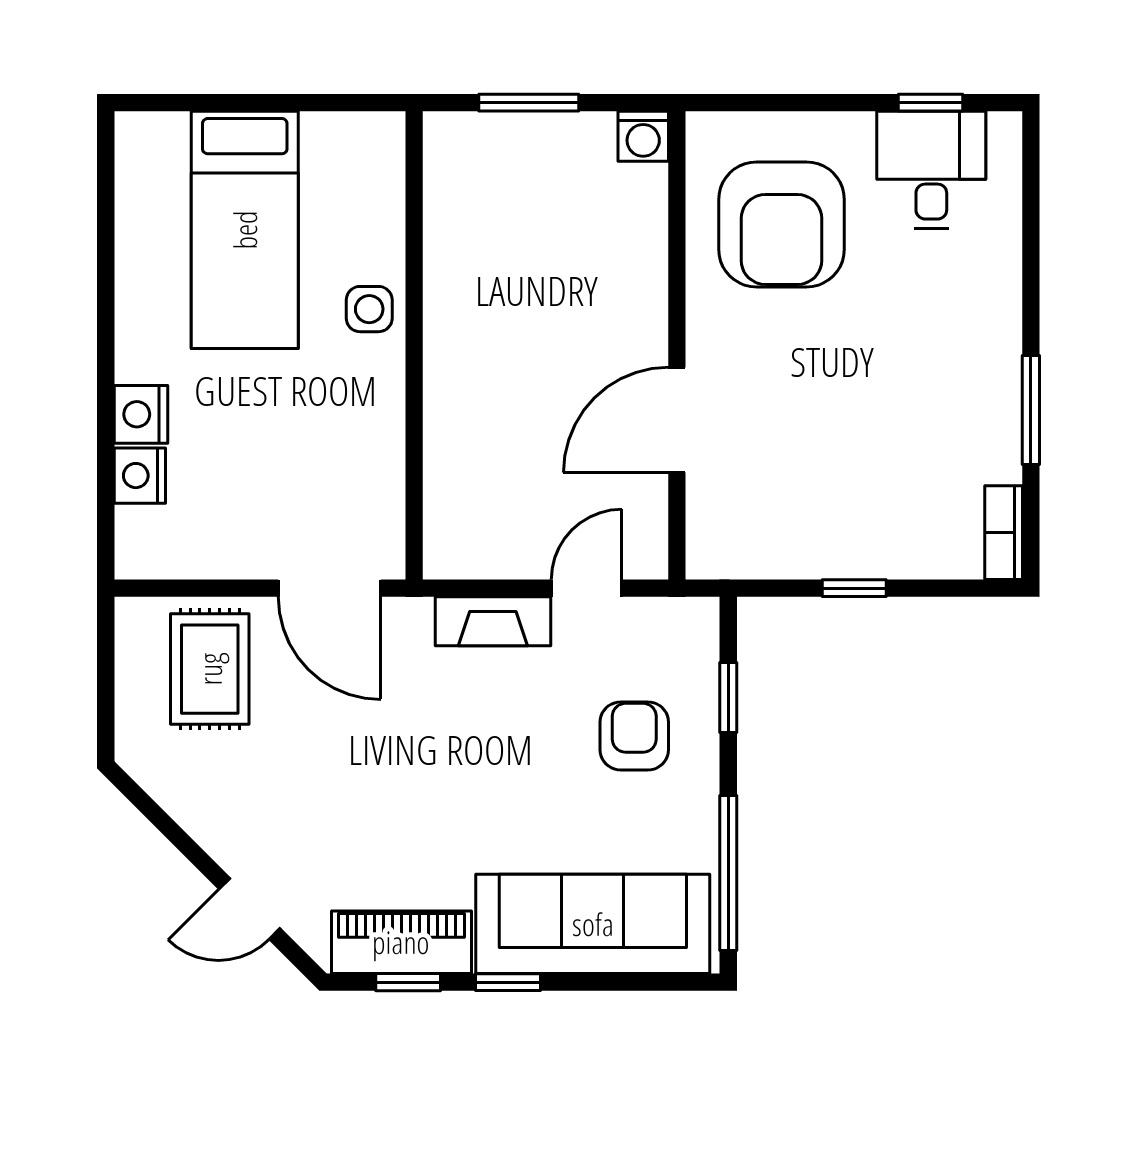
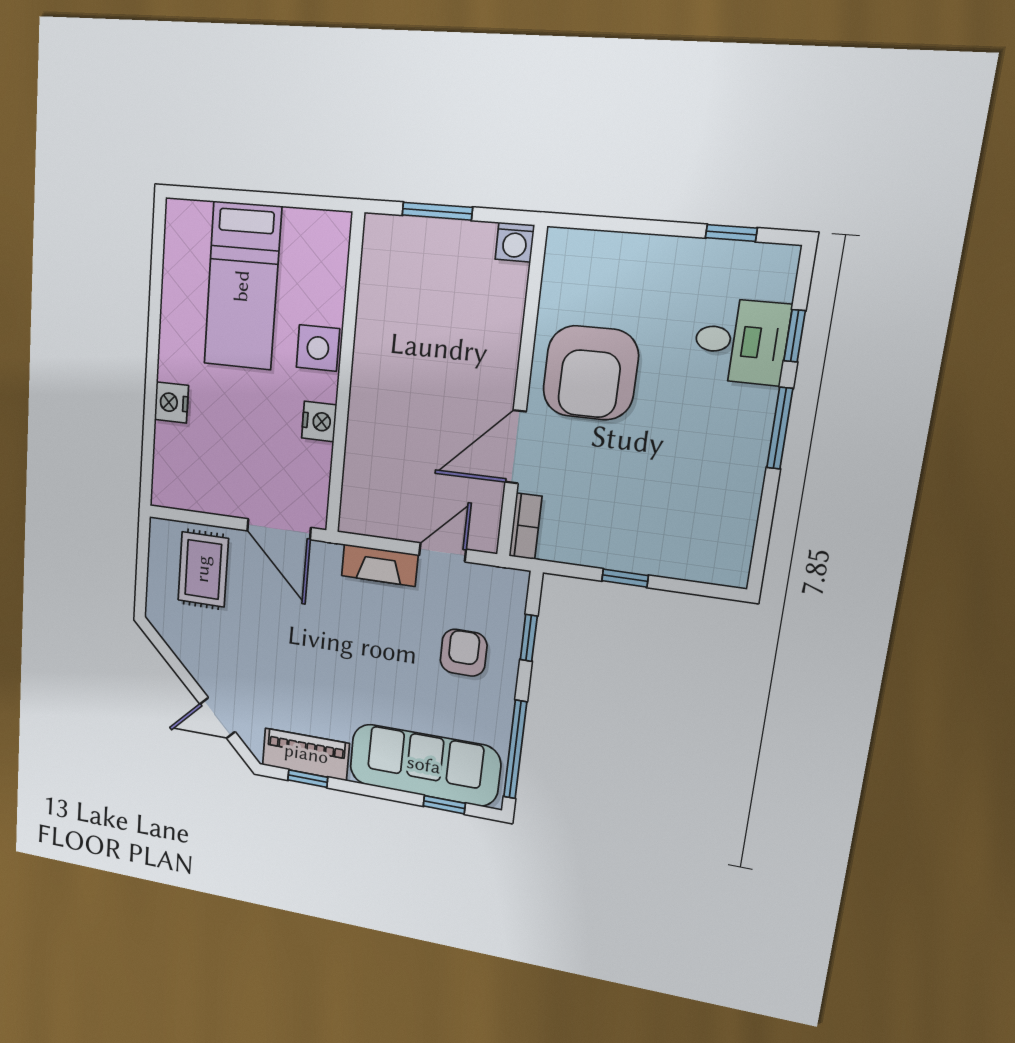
desk: (931, 170) -> (741, 341), moved, turned 90
armchair: (781, 224) -> (590, 373), moved
window: (1031, 228) -> (795, 336), added
side table: (369, 309) -> (318, 348), width x1.37, depth x1.37
window: (1031, 410) -> (780, 428), moved
nightstand: (140, 476) -> (319, 422), moved, turned 180
bookcase: (1004, 533) -> (525, 526), moved, turned 180
window: (508, 982) -> (444, 805), moved

